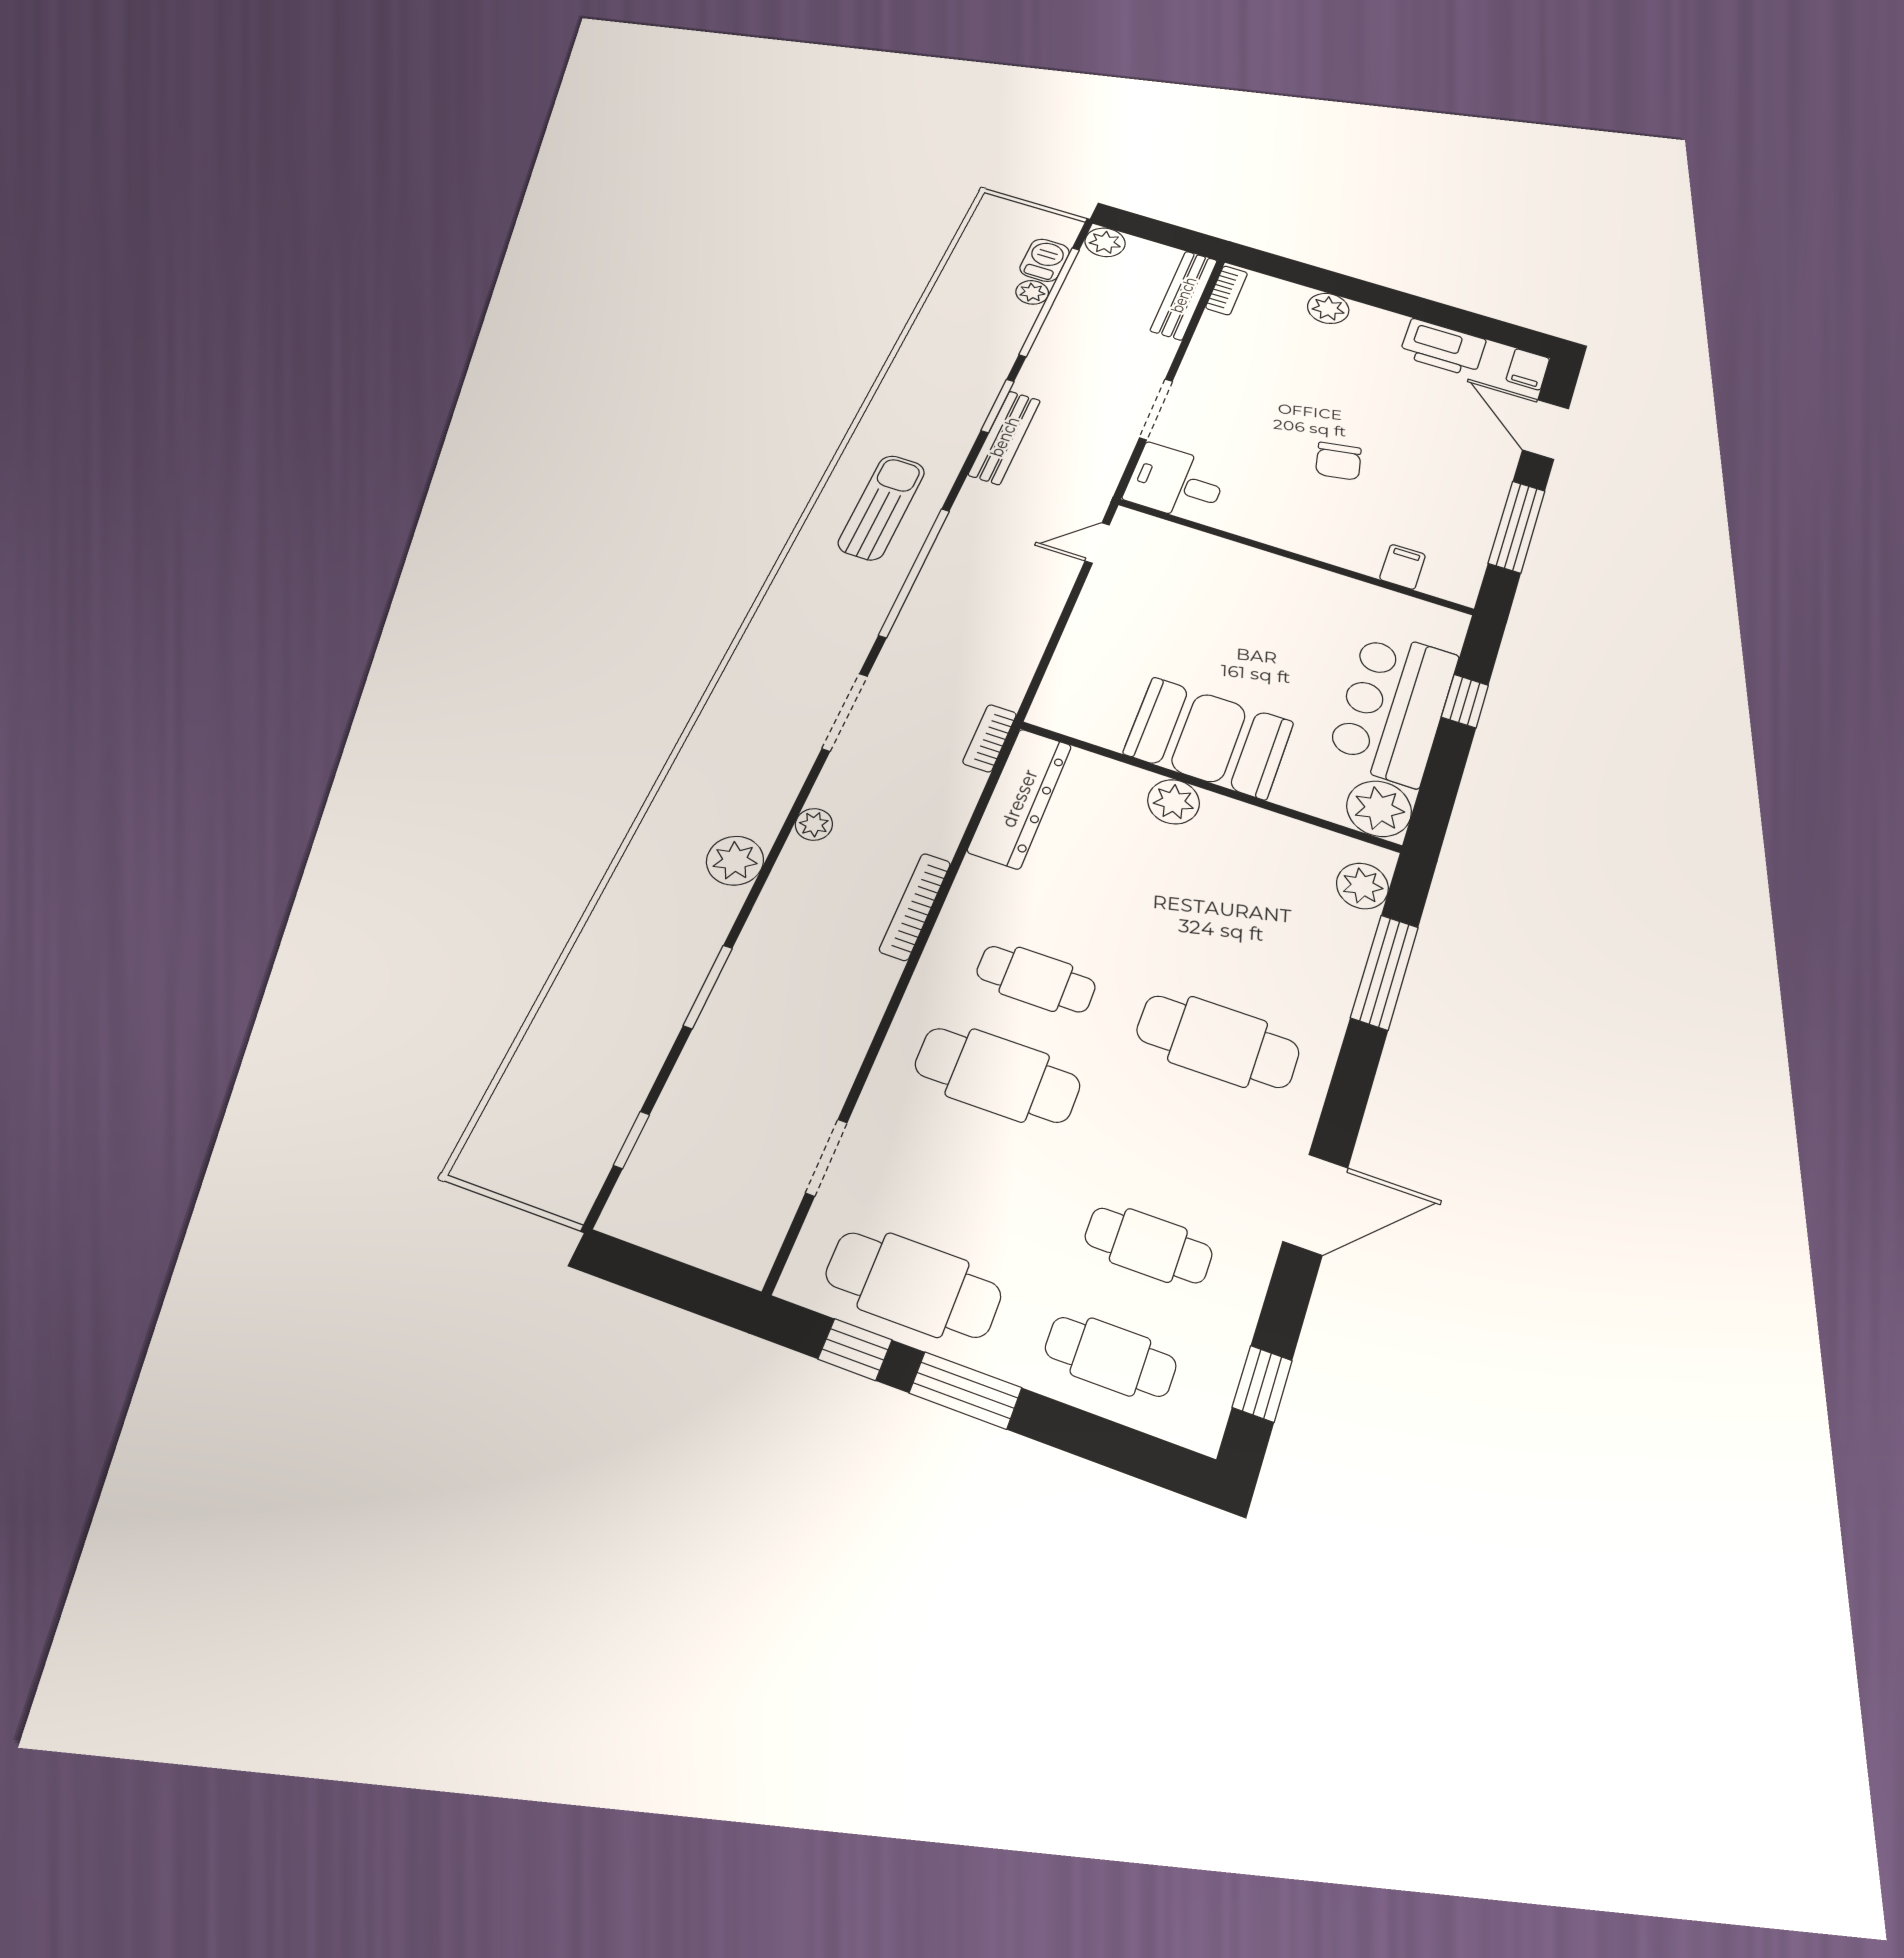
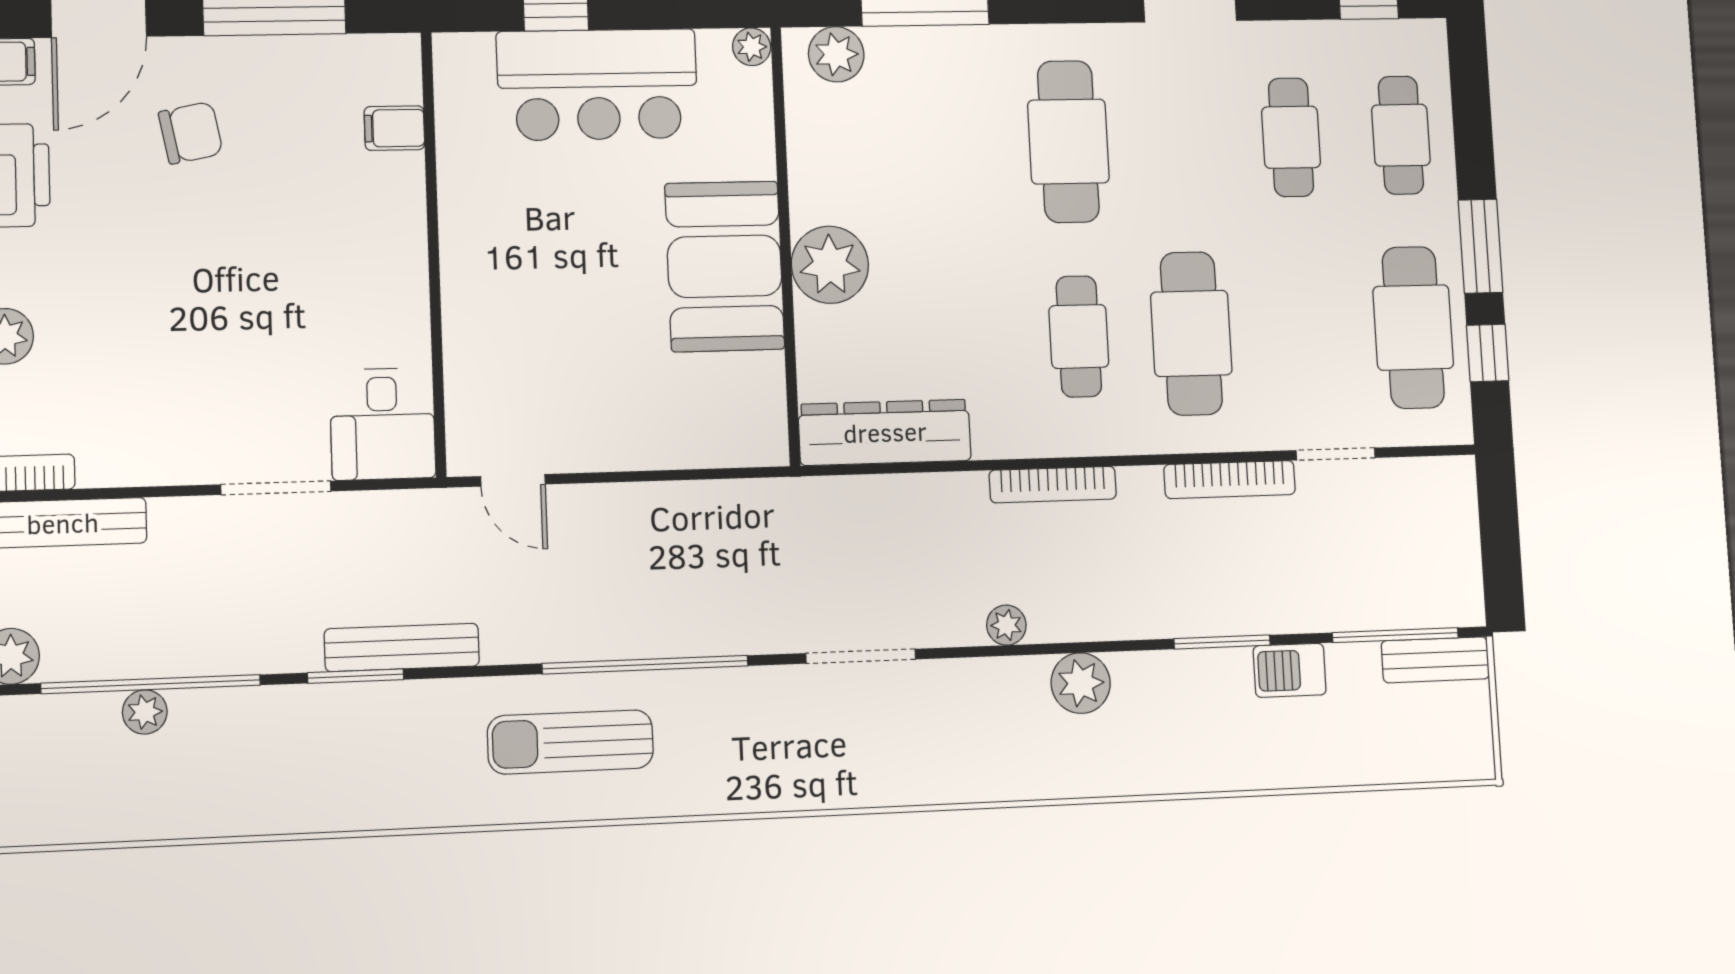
barbecue: (1045, 260) -> (1290, 670), moved
chair: (1338, 461) -> (191, 133), moved
bookcase: (990, 738) -> (1230, 480), moved, width x1.56
plant: (1174, 802) -> (830, 265), width x1.36, depth x1.36
plant: (1379, 809) -> (752, 47), width x0.53, depth x0.53
window: (631, 1140) -> (1395, 635), width x2.17
bench: (589, 1167) -> (1435, 660), added

